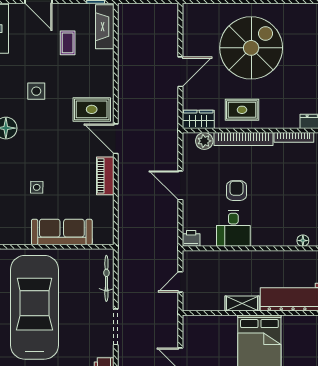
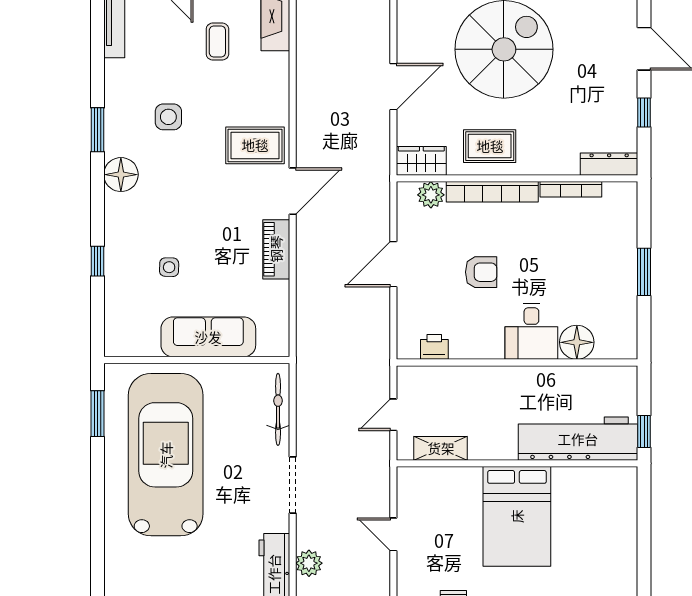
door: (116, 139) -> (293, 191), swing flipped
door: (180, 185) -> (393, 264), hinge flipped
armchair: (236, 191) -> (481, 272), turned 90
desk: (233, 228) -> (531, 331), moved
printer: (191, 238) -> (434, 347), moved
floor lamp: (303, 241) -> (577, 342), width x1.89, depth x1.89
shelving: (242, 303) -> (441, 448), moved

